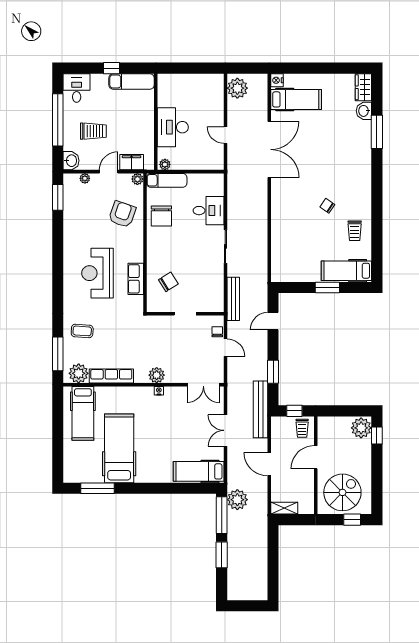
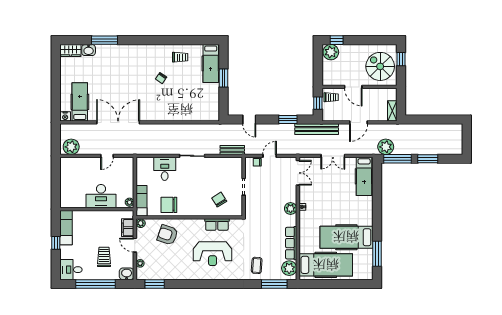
chair: (161, 216) -> (169, 205), turned 180
bench: (233, 299) -> (232, 150), width x0.73
hospital bed: (83, 413) -> (326, 265), width x1.37, depth x1.29

